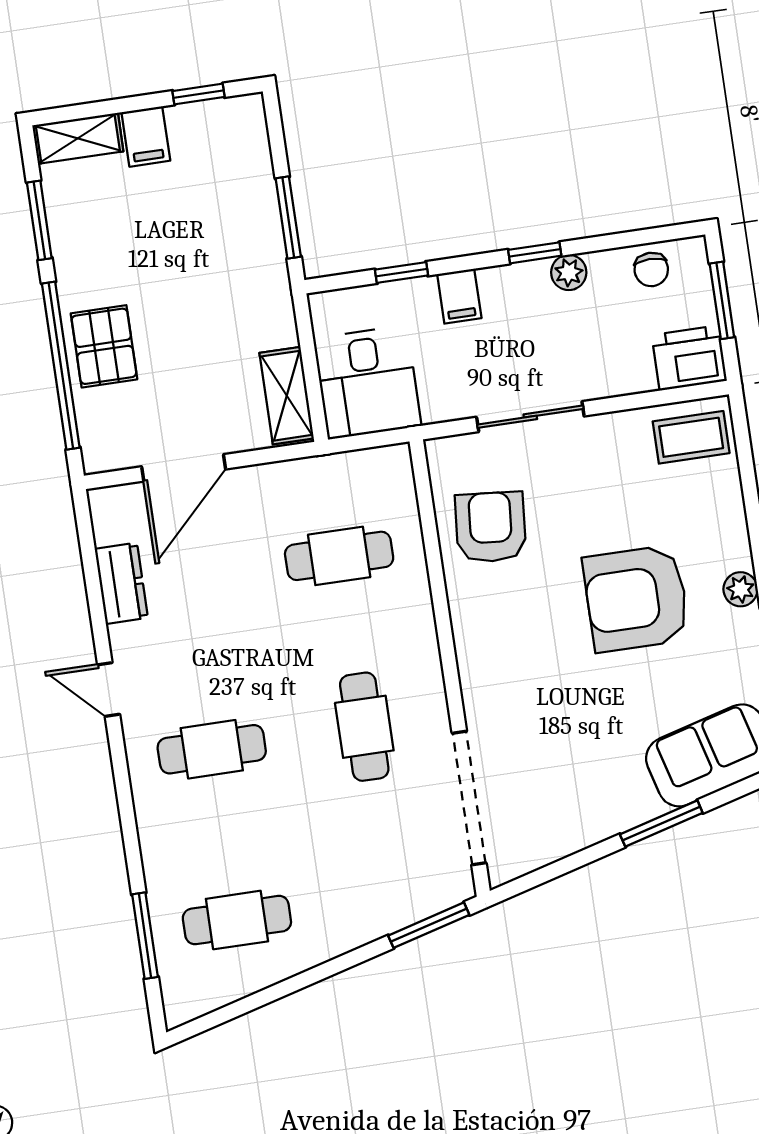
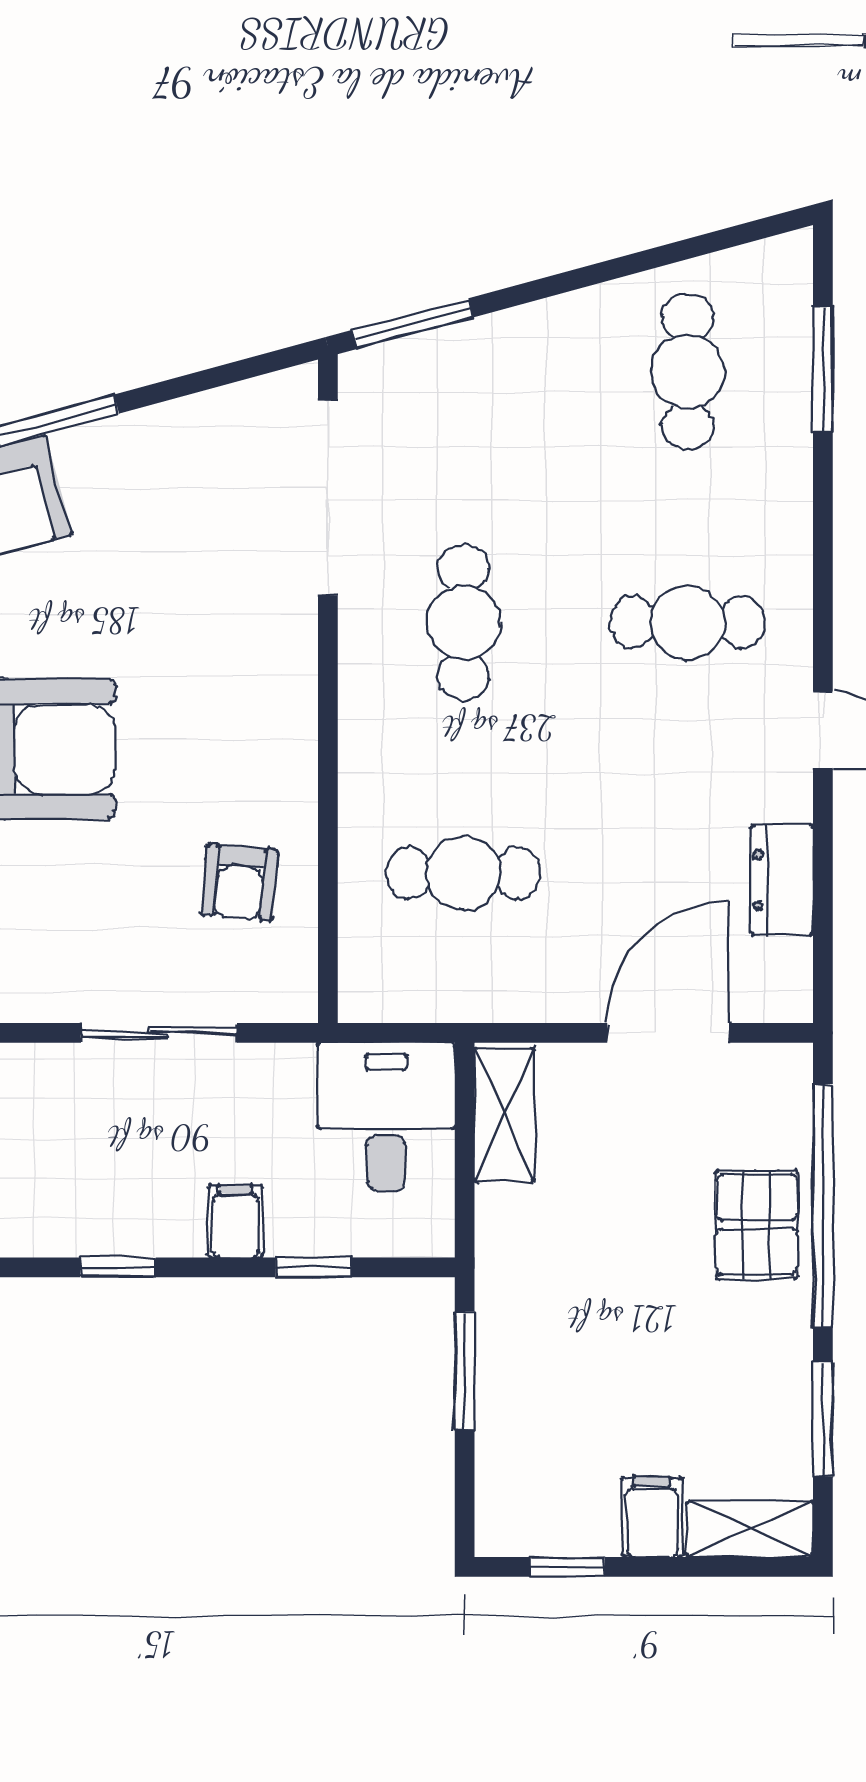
plant: (569, 272) -> (73, 1232), removed
armchair: (491, 527) -> (240, 882), width x0.72, depth x0.72
cafe table: (237, 920) -> (687, 372), turned 90

